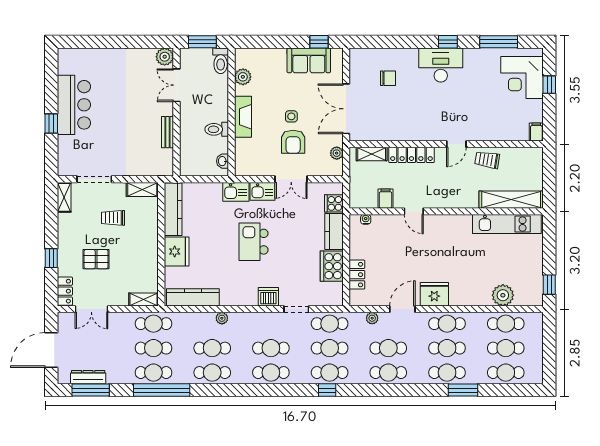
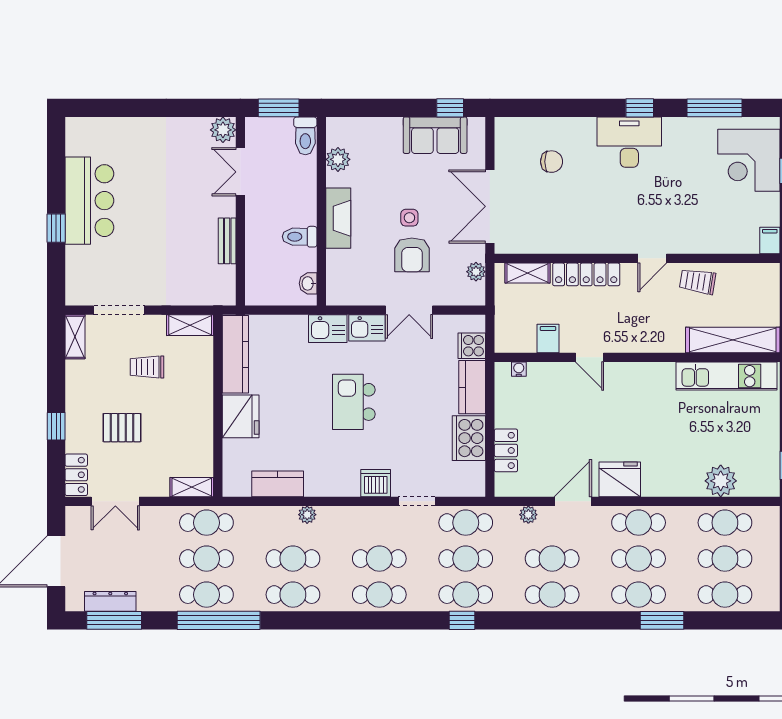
kitchen counter: (193, 297) -> (278, 484), width x0.67

